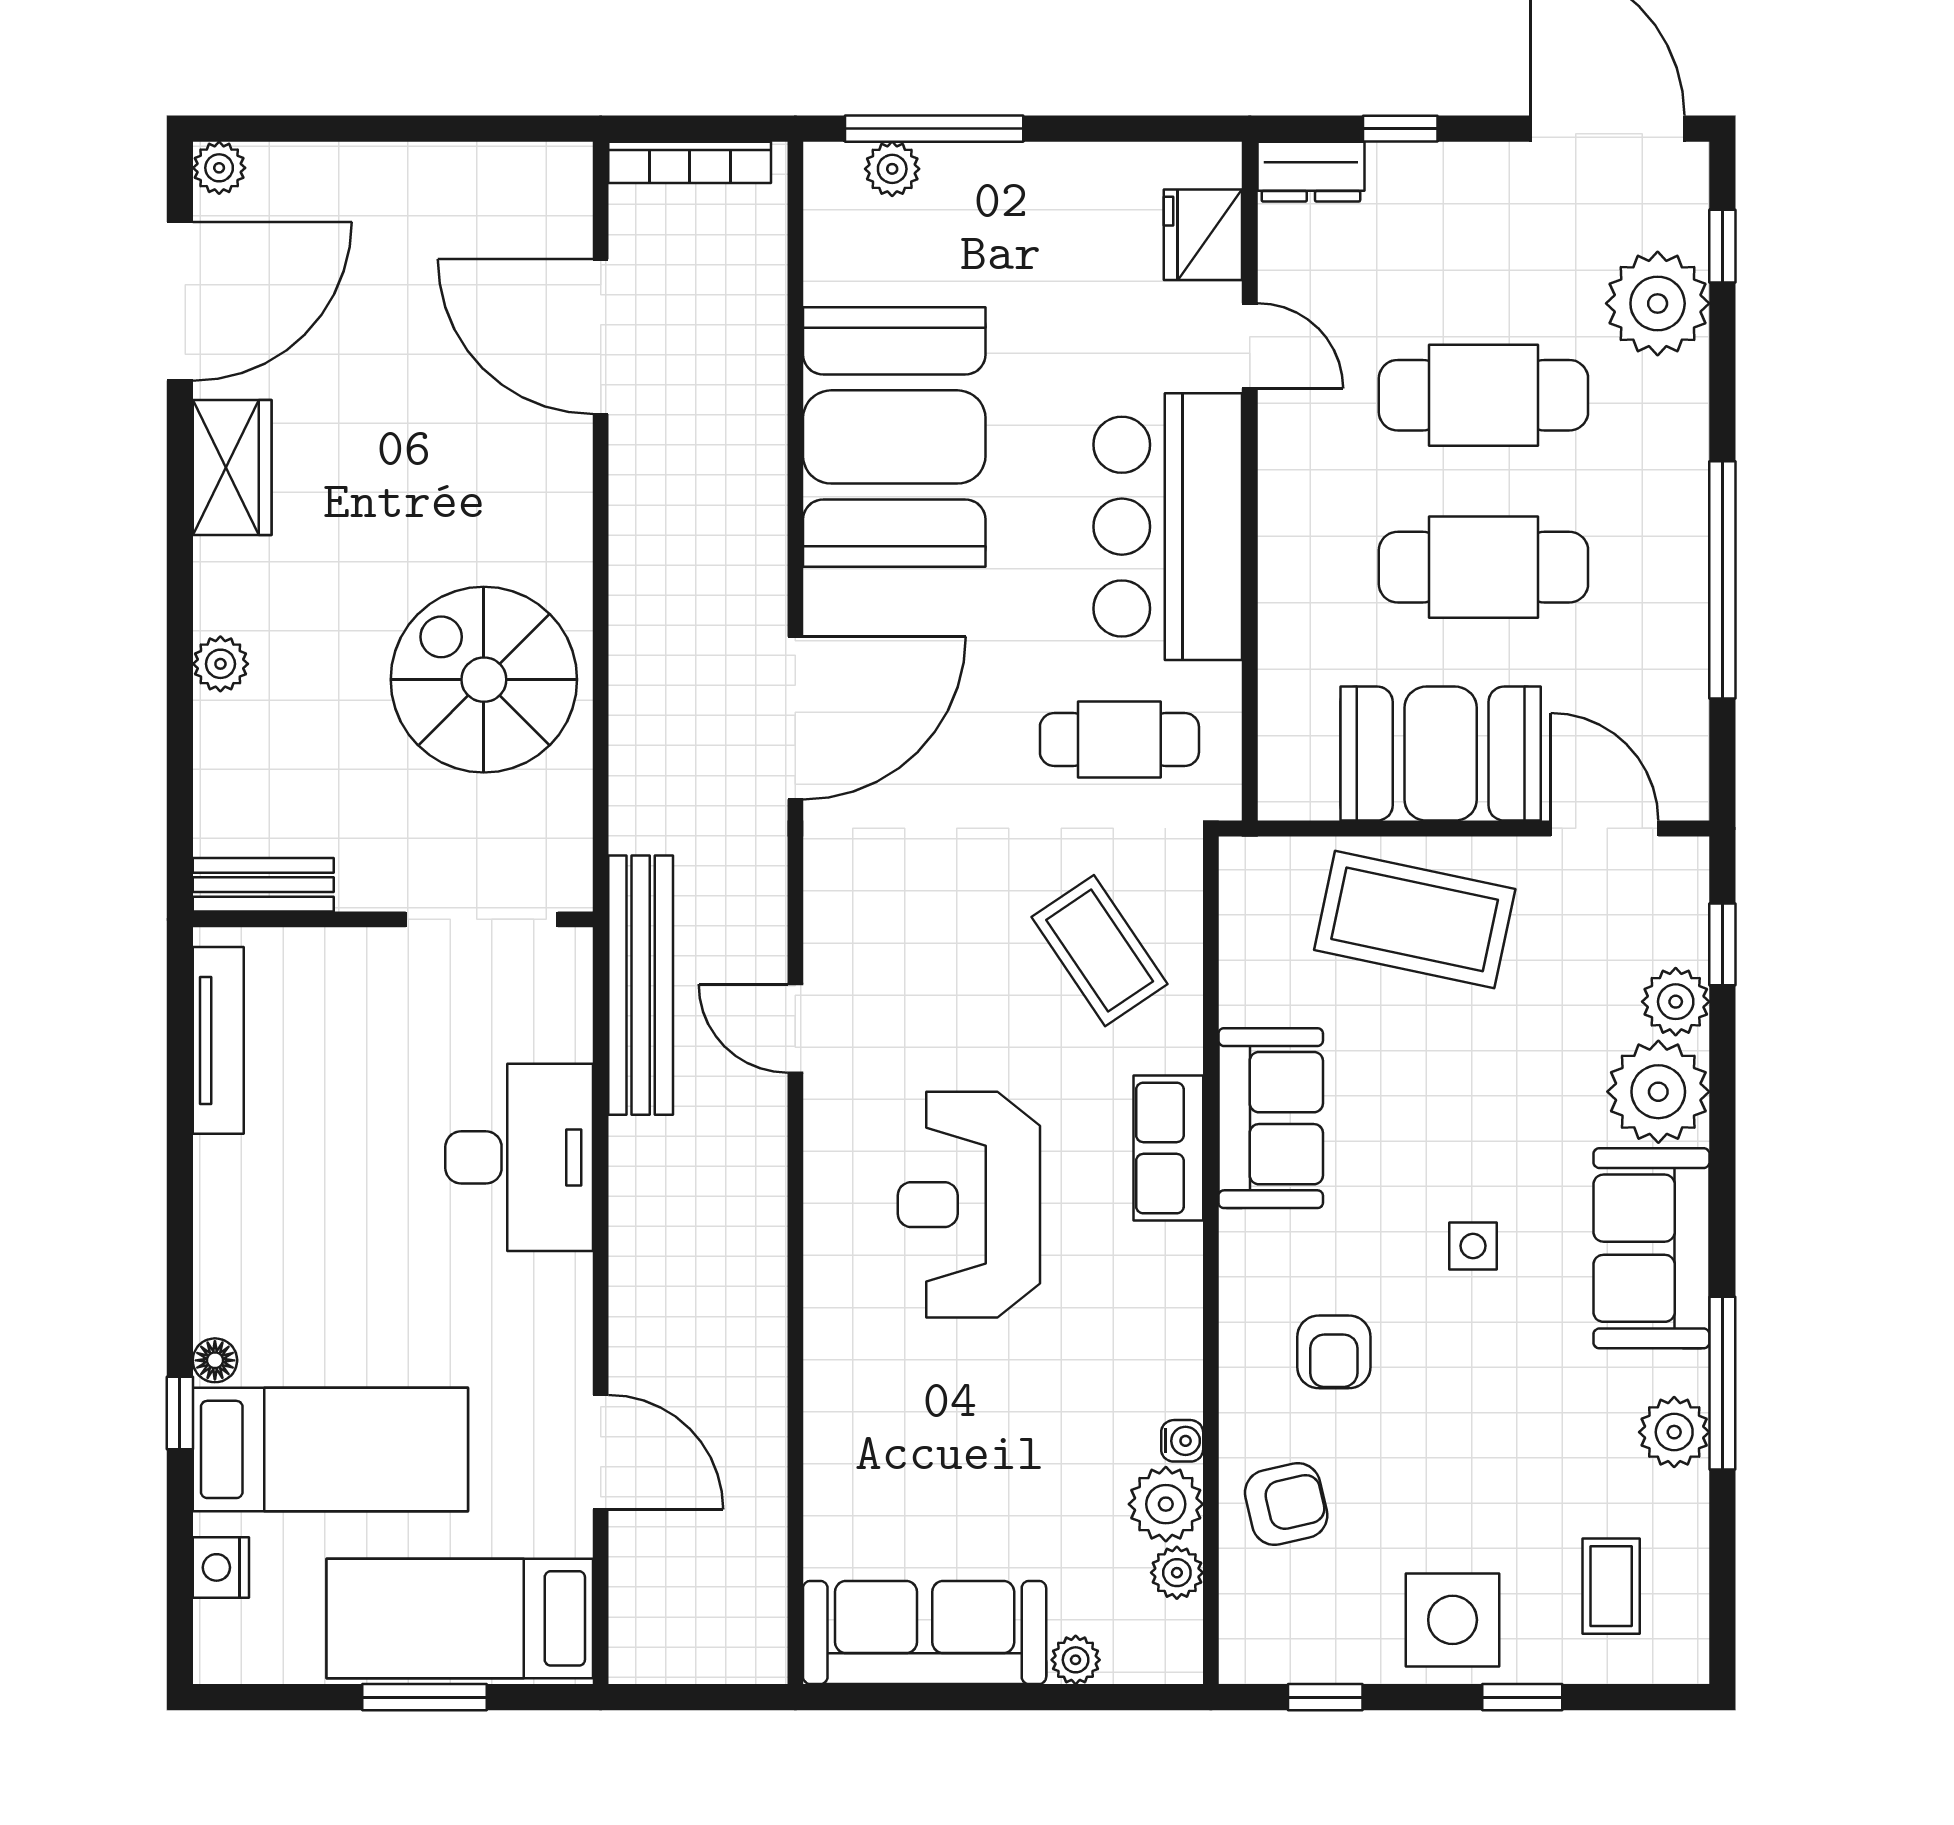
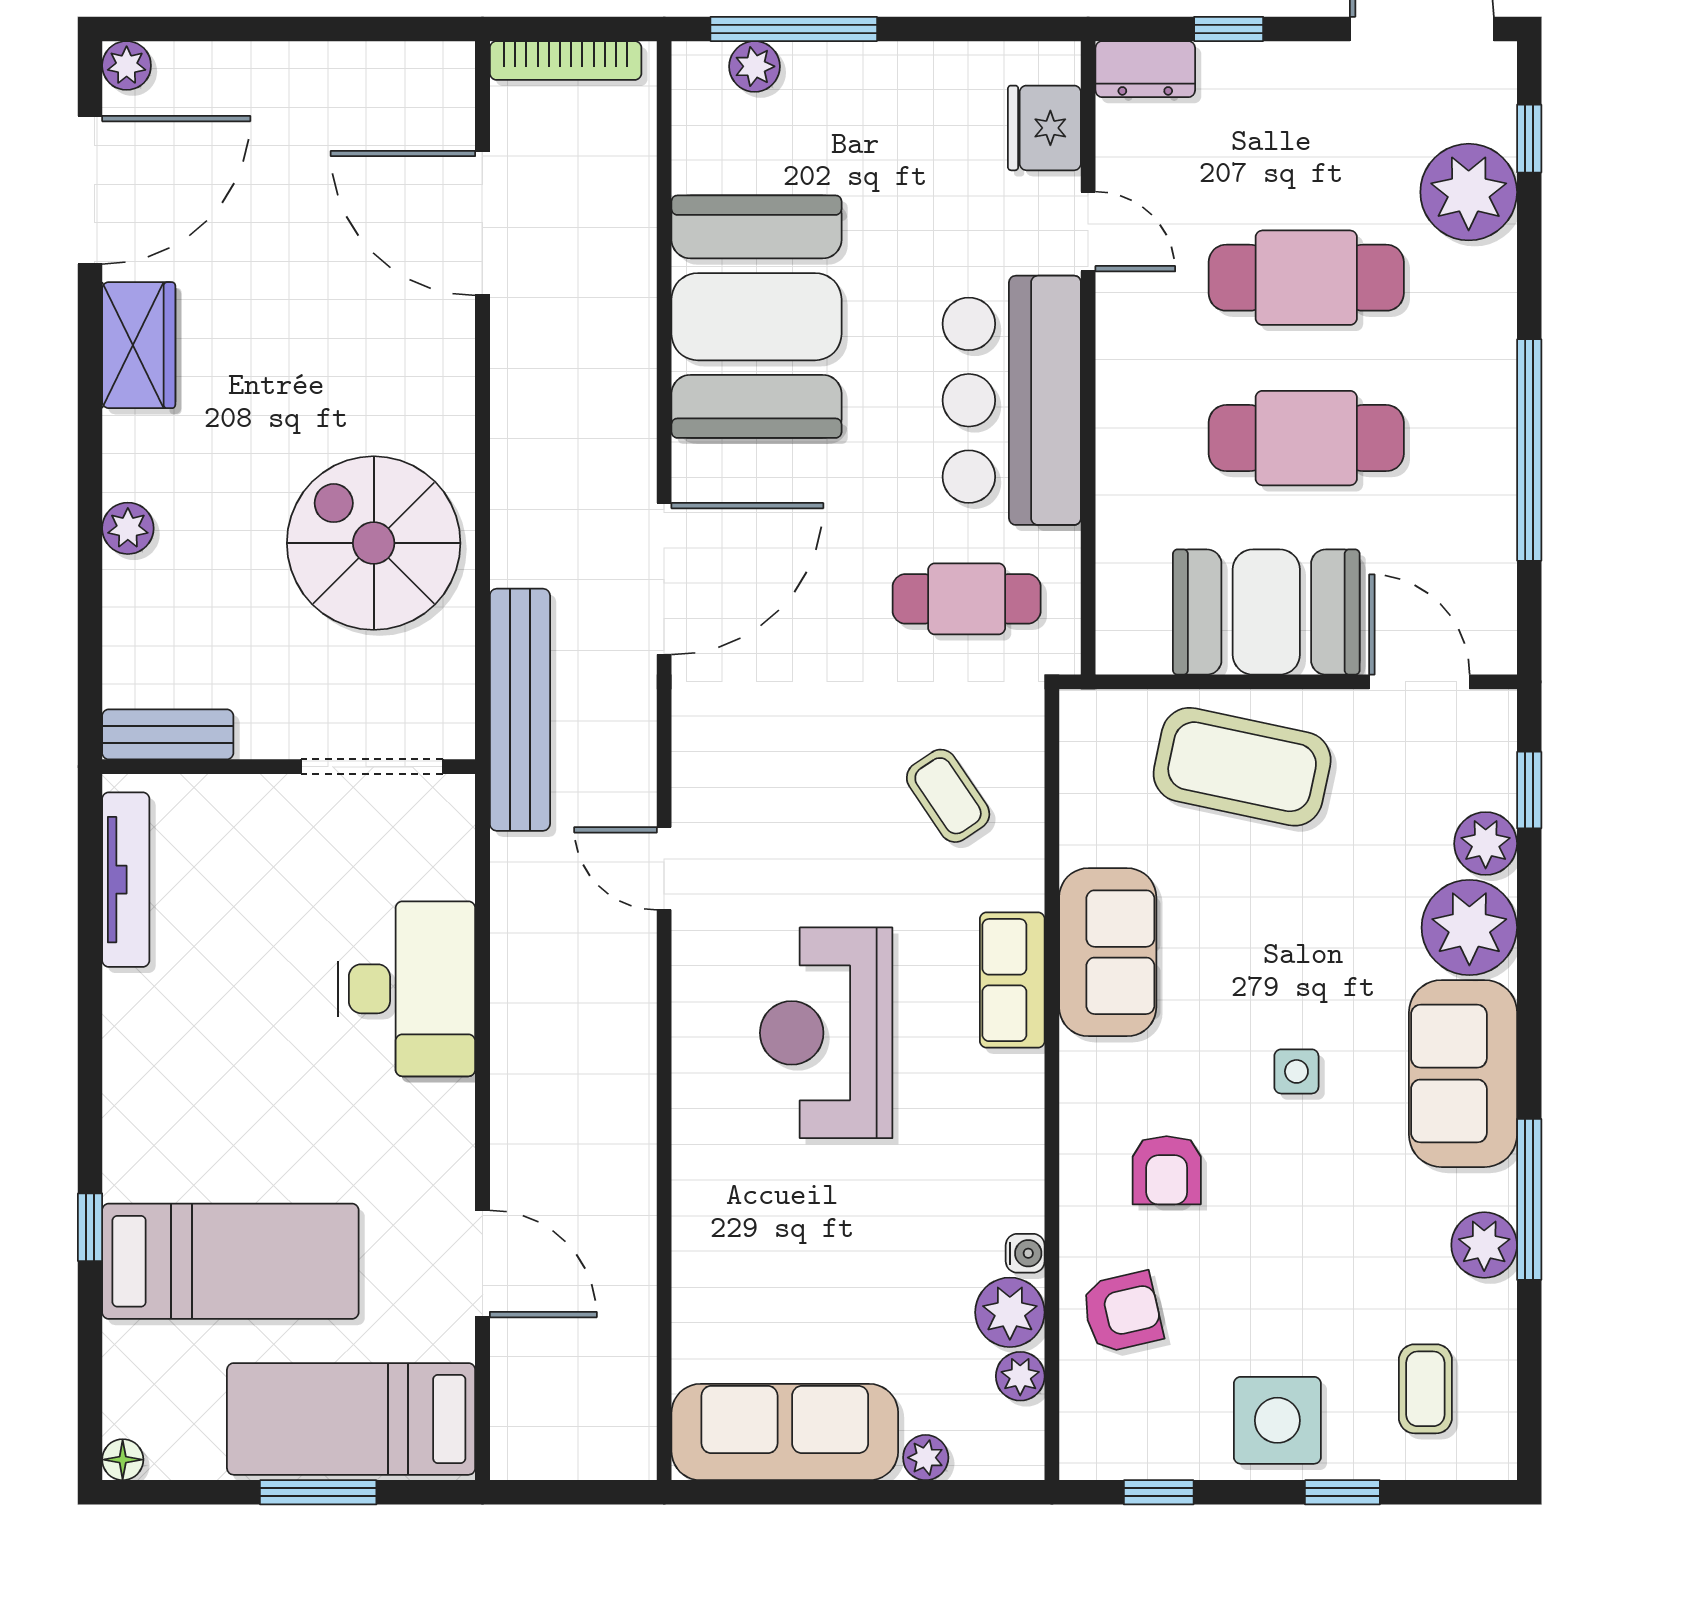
coffee table: (1100, 951) -> (948, 796), width x0.73, depth x0.77
bench: (641, 985) -> (520, 710), moved
floor lamp: (215, 1360) -> (123, 1460), moved
nightstand: (221, 1567) -> (128, 1371), removed

